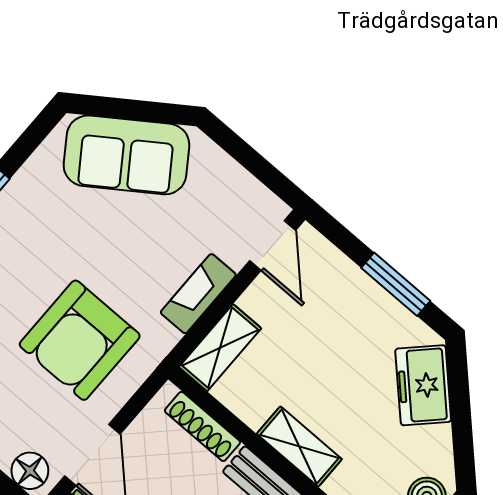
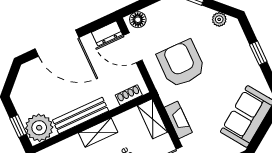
shoe rack: (202, 426) -> (129, 95), width x0.70

